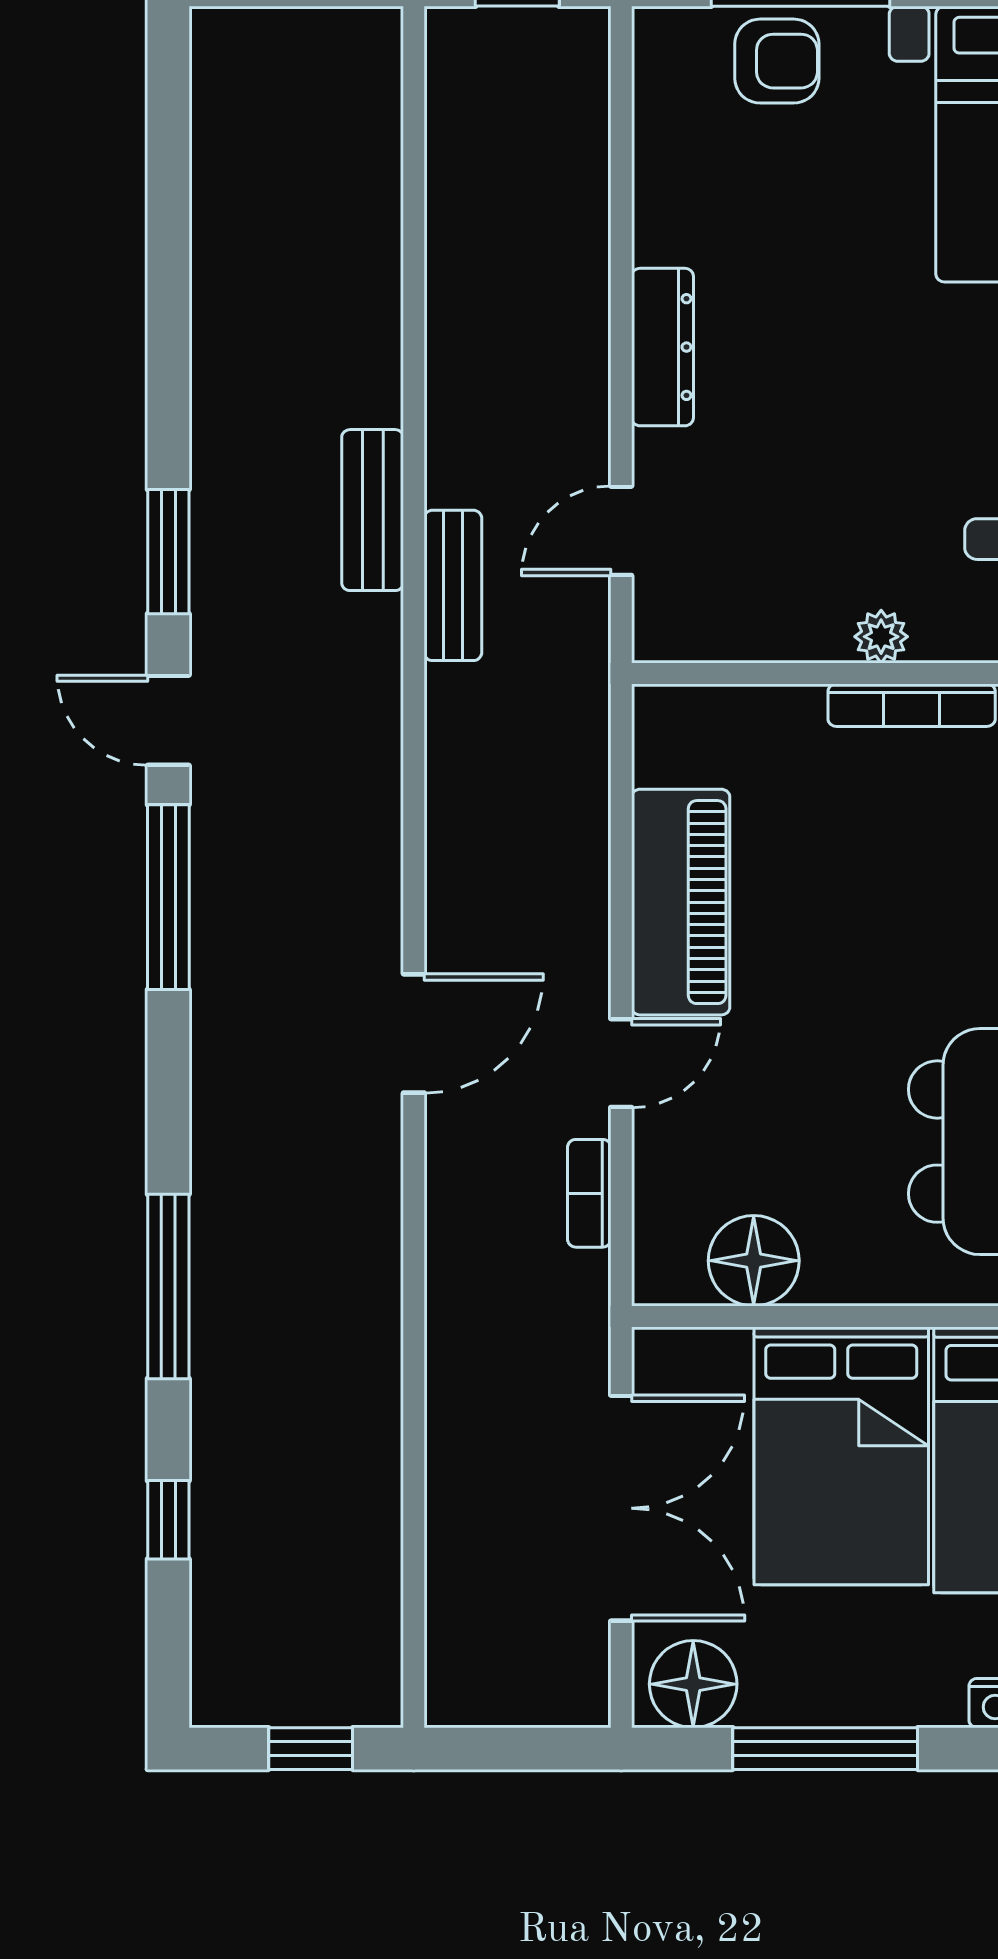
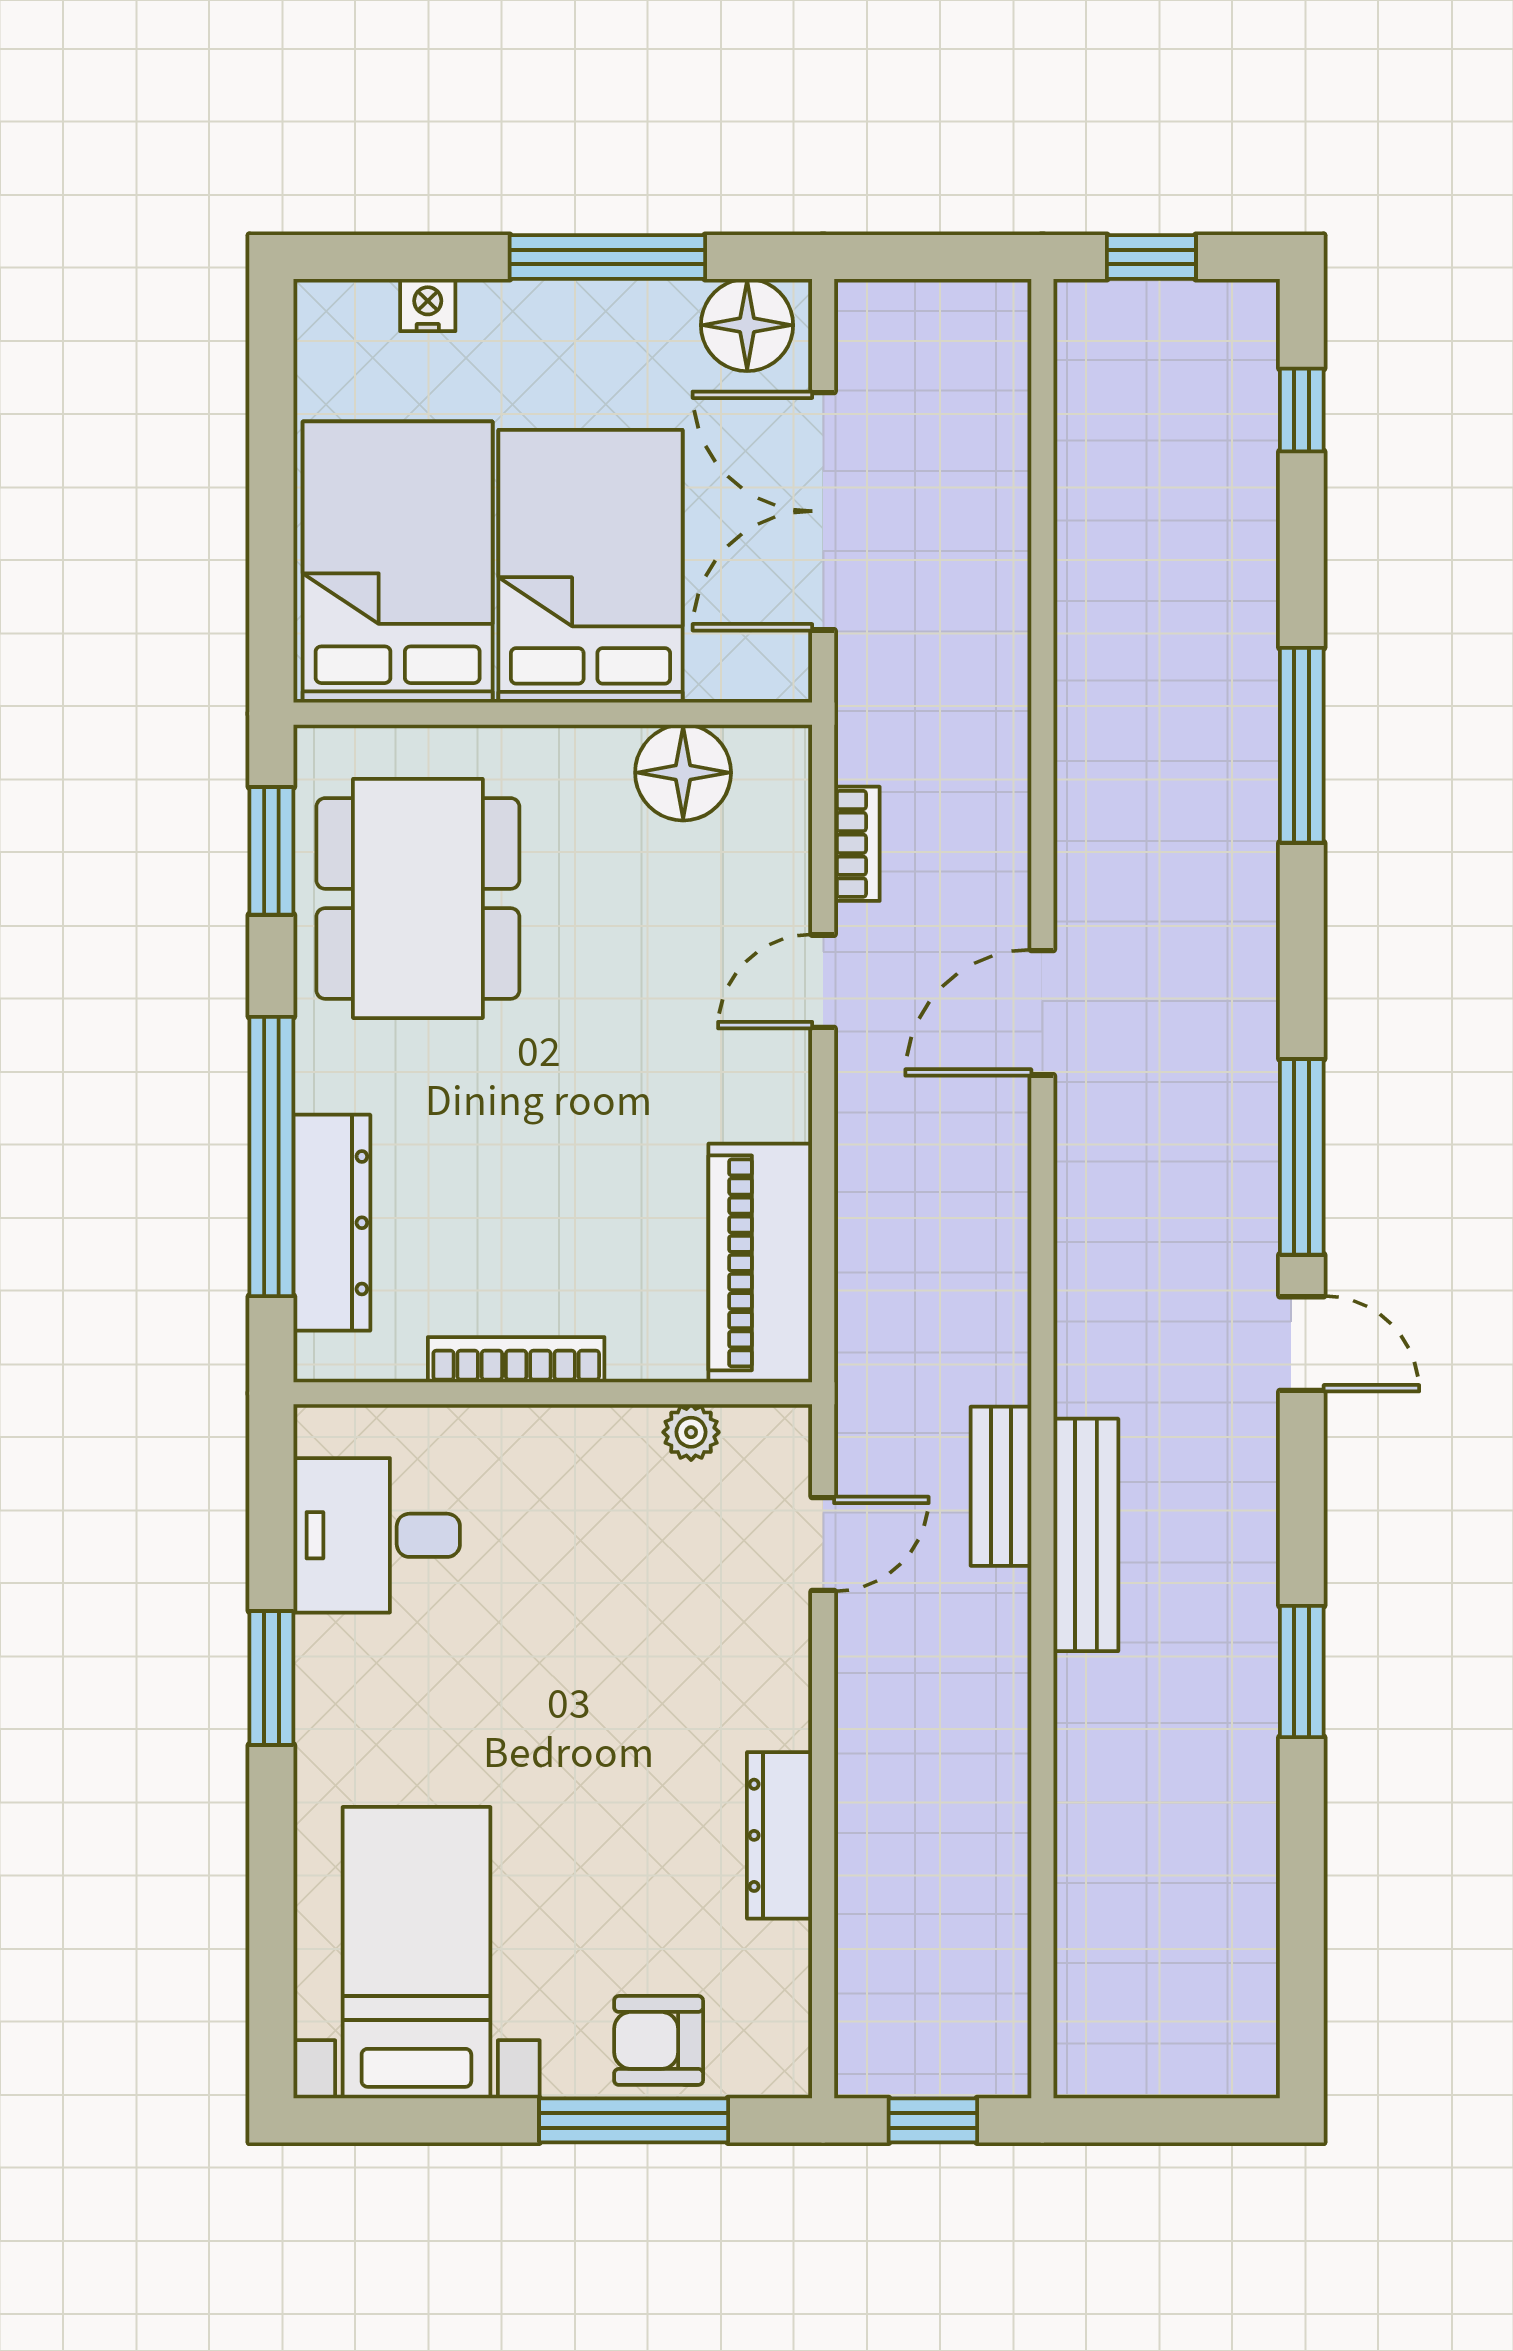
dresser: (662, 347) -> (780, 1835), moved
bench: (373, 510) -> (1086, 1535), width x1.36
window: (168, 552) -> (1302, 1672), moved
plant: (881, 637) -> (691, 1432), moved
piano: (681, 902) -> (760, 1263), moved
window: (168, 1520) -> (1302, 410), moved

